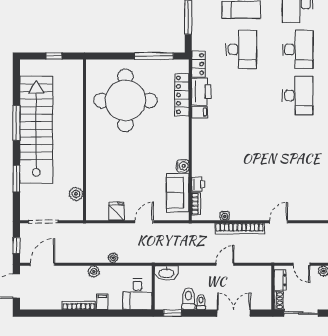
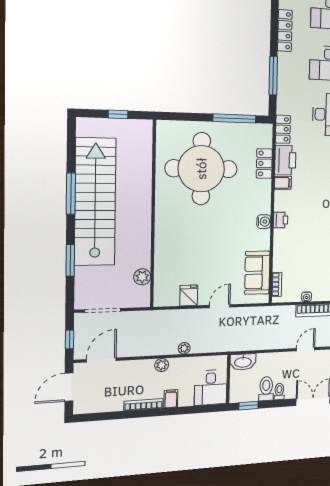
locker: (182, 95) -> (264, 163), width x0.66
water cooler: (183, 166) -> (264, 222), moved
printer: (198, 184) -> (281, 220), moved

